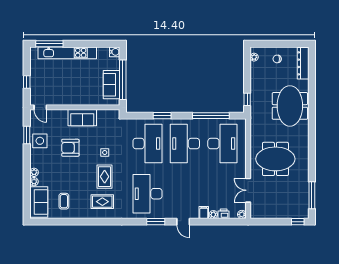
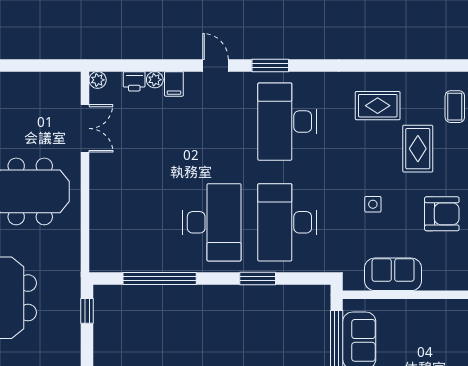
sofa: (82, 118) -> (393, 274), moved
desk: (222, 144) -> (137, 222), removed
rug: (105, 177) -> (418, 149), moved
desk: (147, 194) -> (287, 122), turned 180

